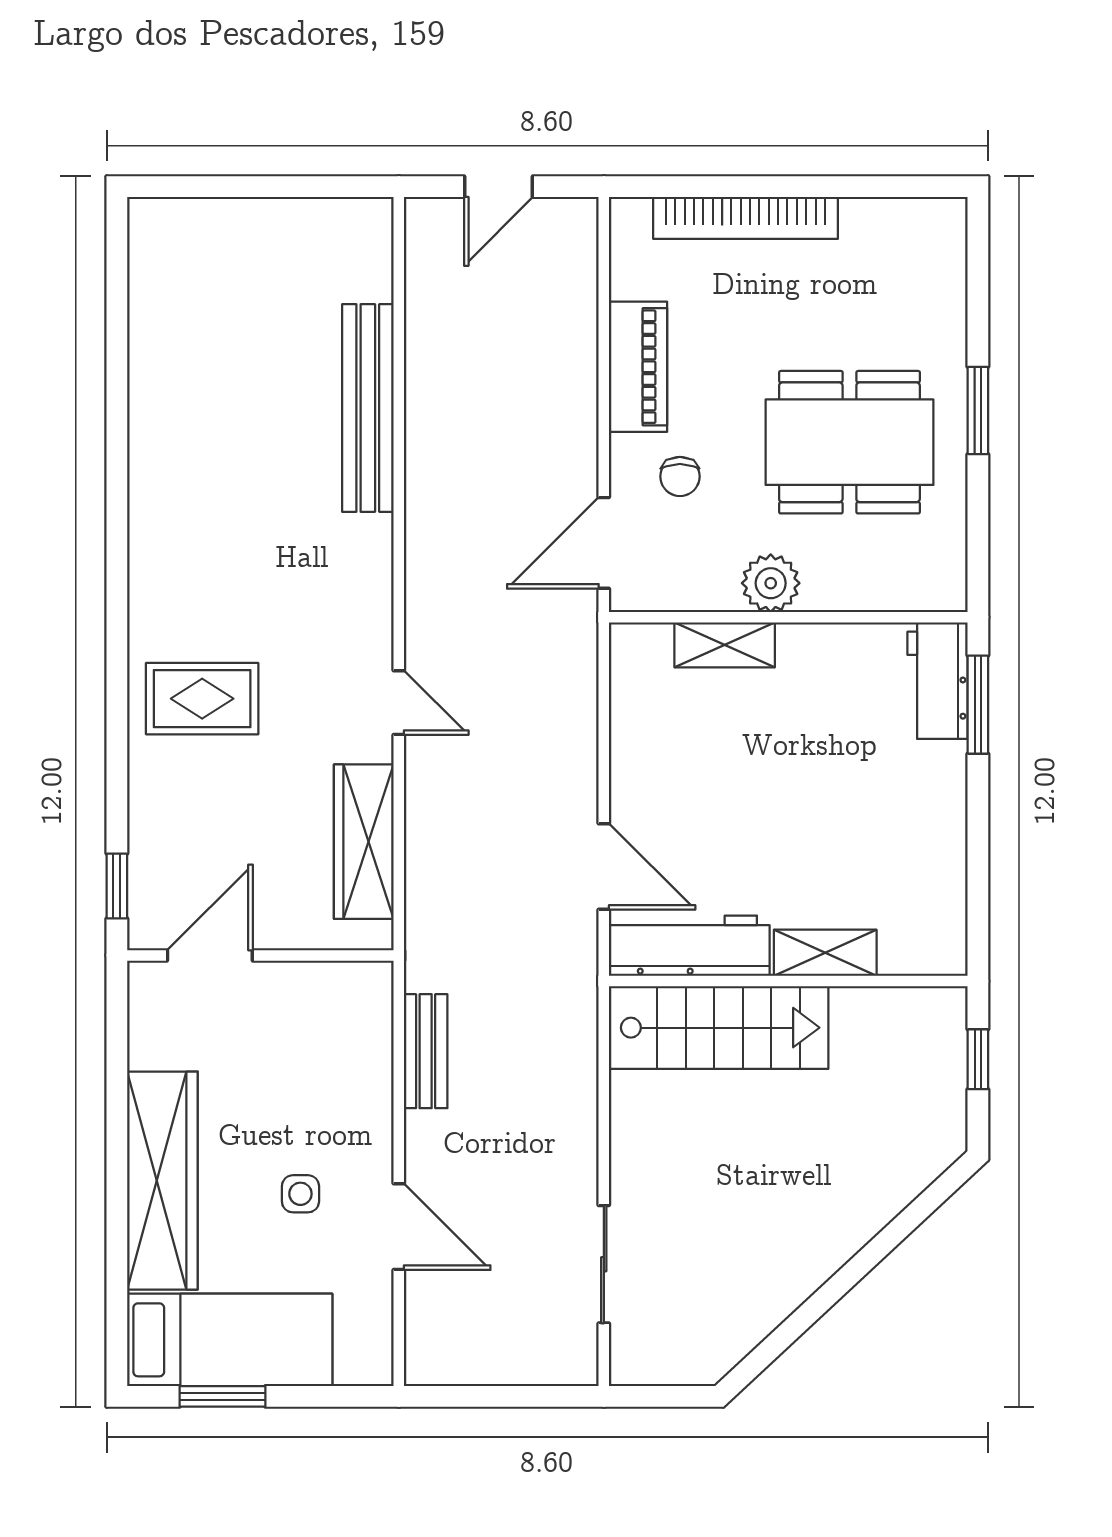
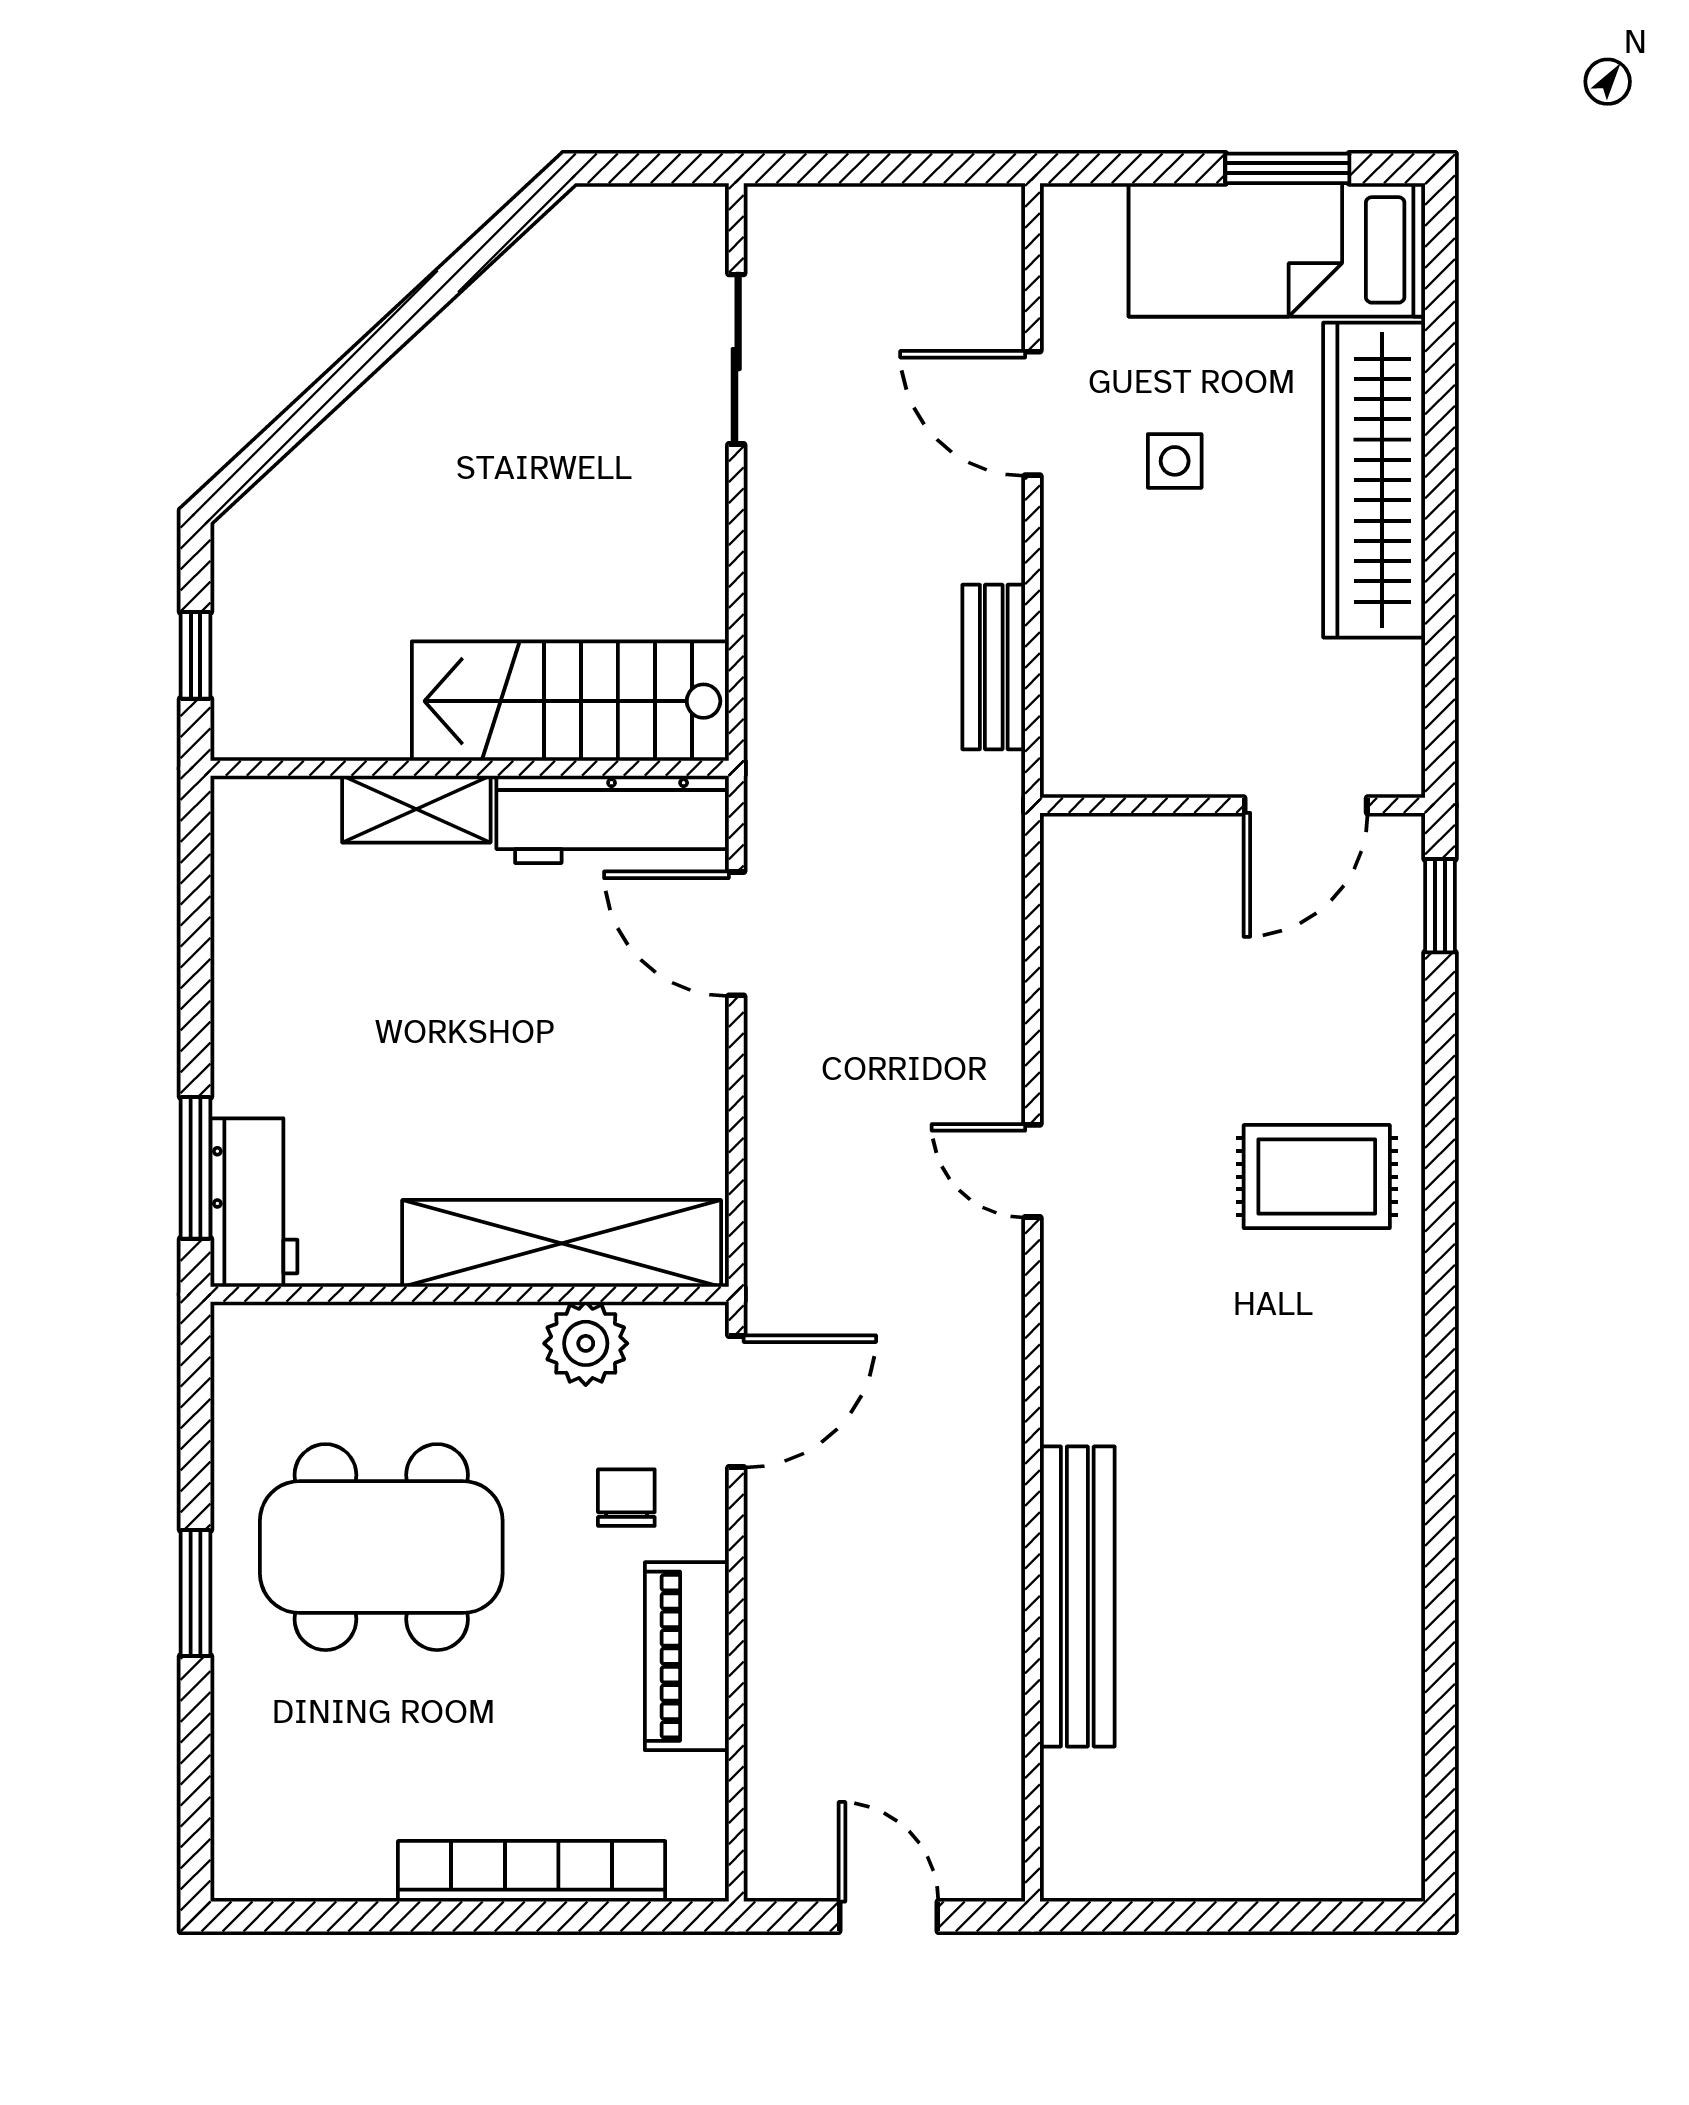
door: (498, 187) -> (888, 1916), hinge flipped
plant: (771, 583) -> (586, 1343), moved
shelving: (725, 645) -> (562, 1243), width x2.20, depth x1.33
wardrobe: (364, 842) -> (1083, 970), removed

